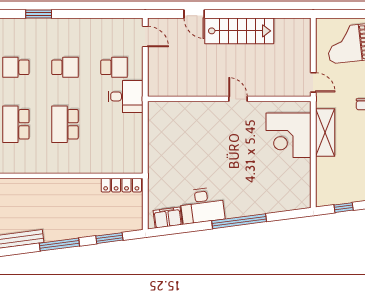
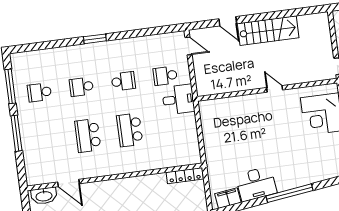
school desk: (114, 67) -> (165, 76), turned 180

